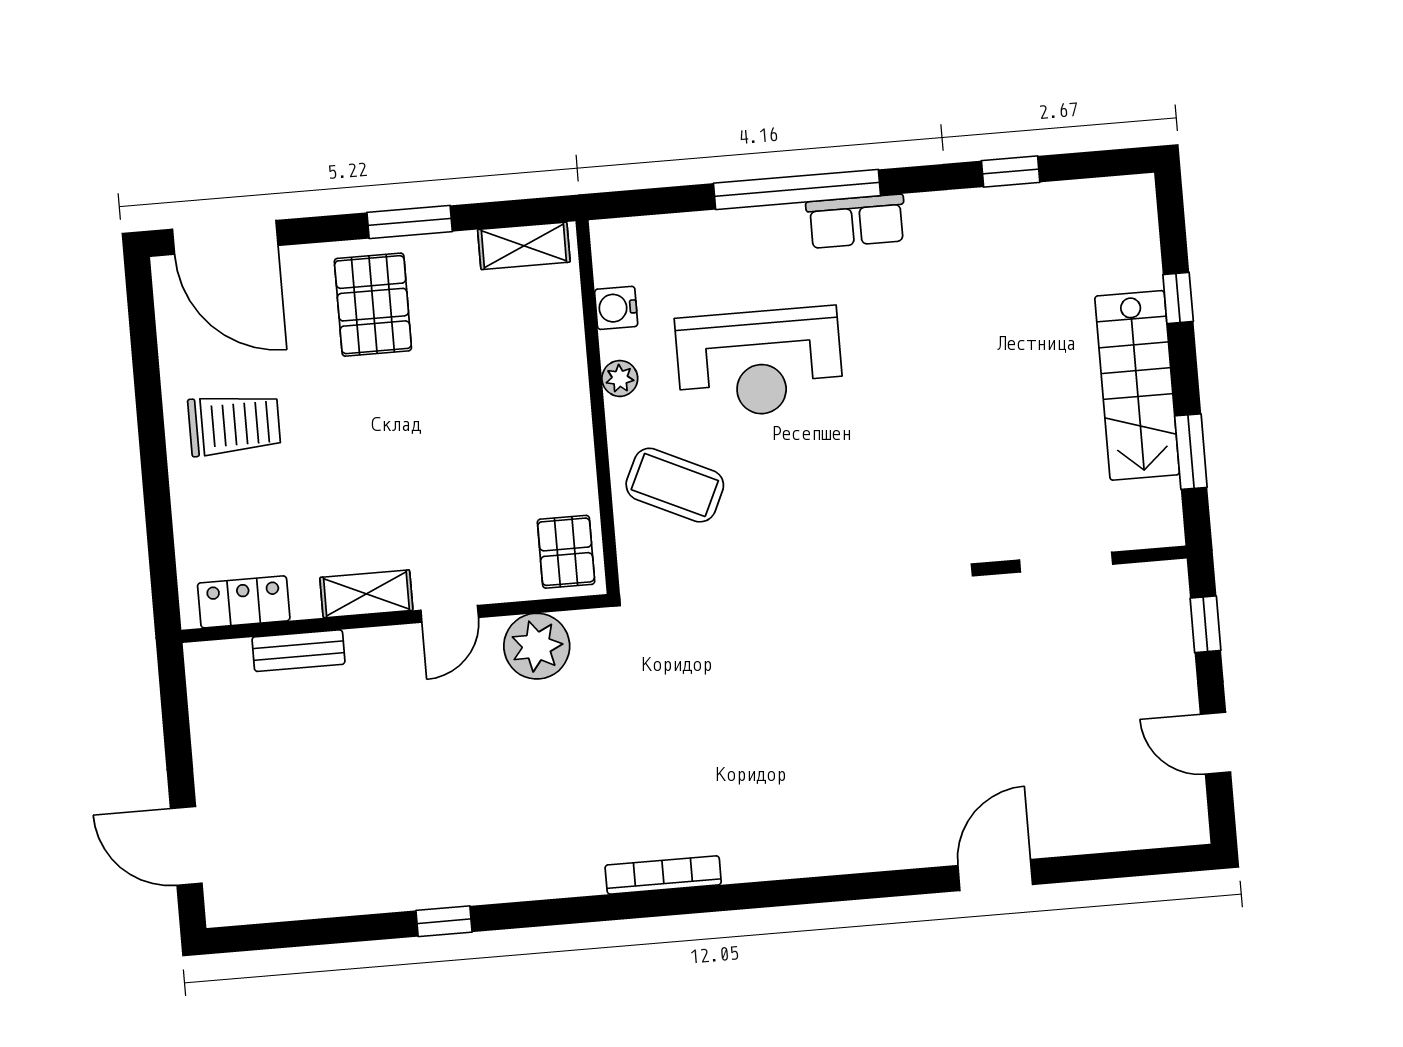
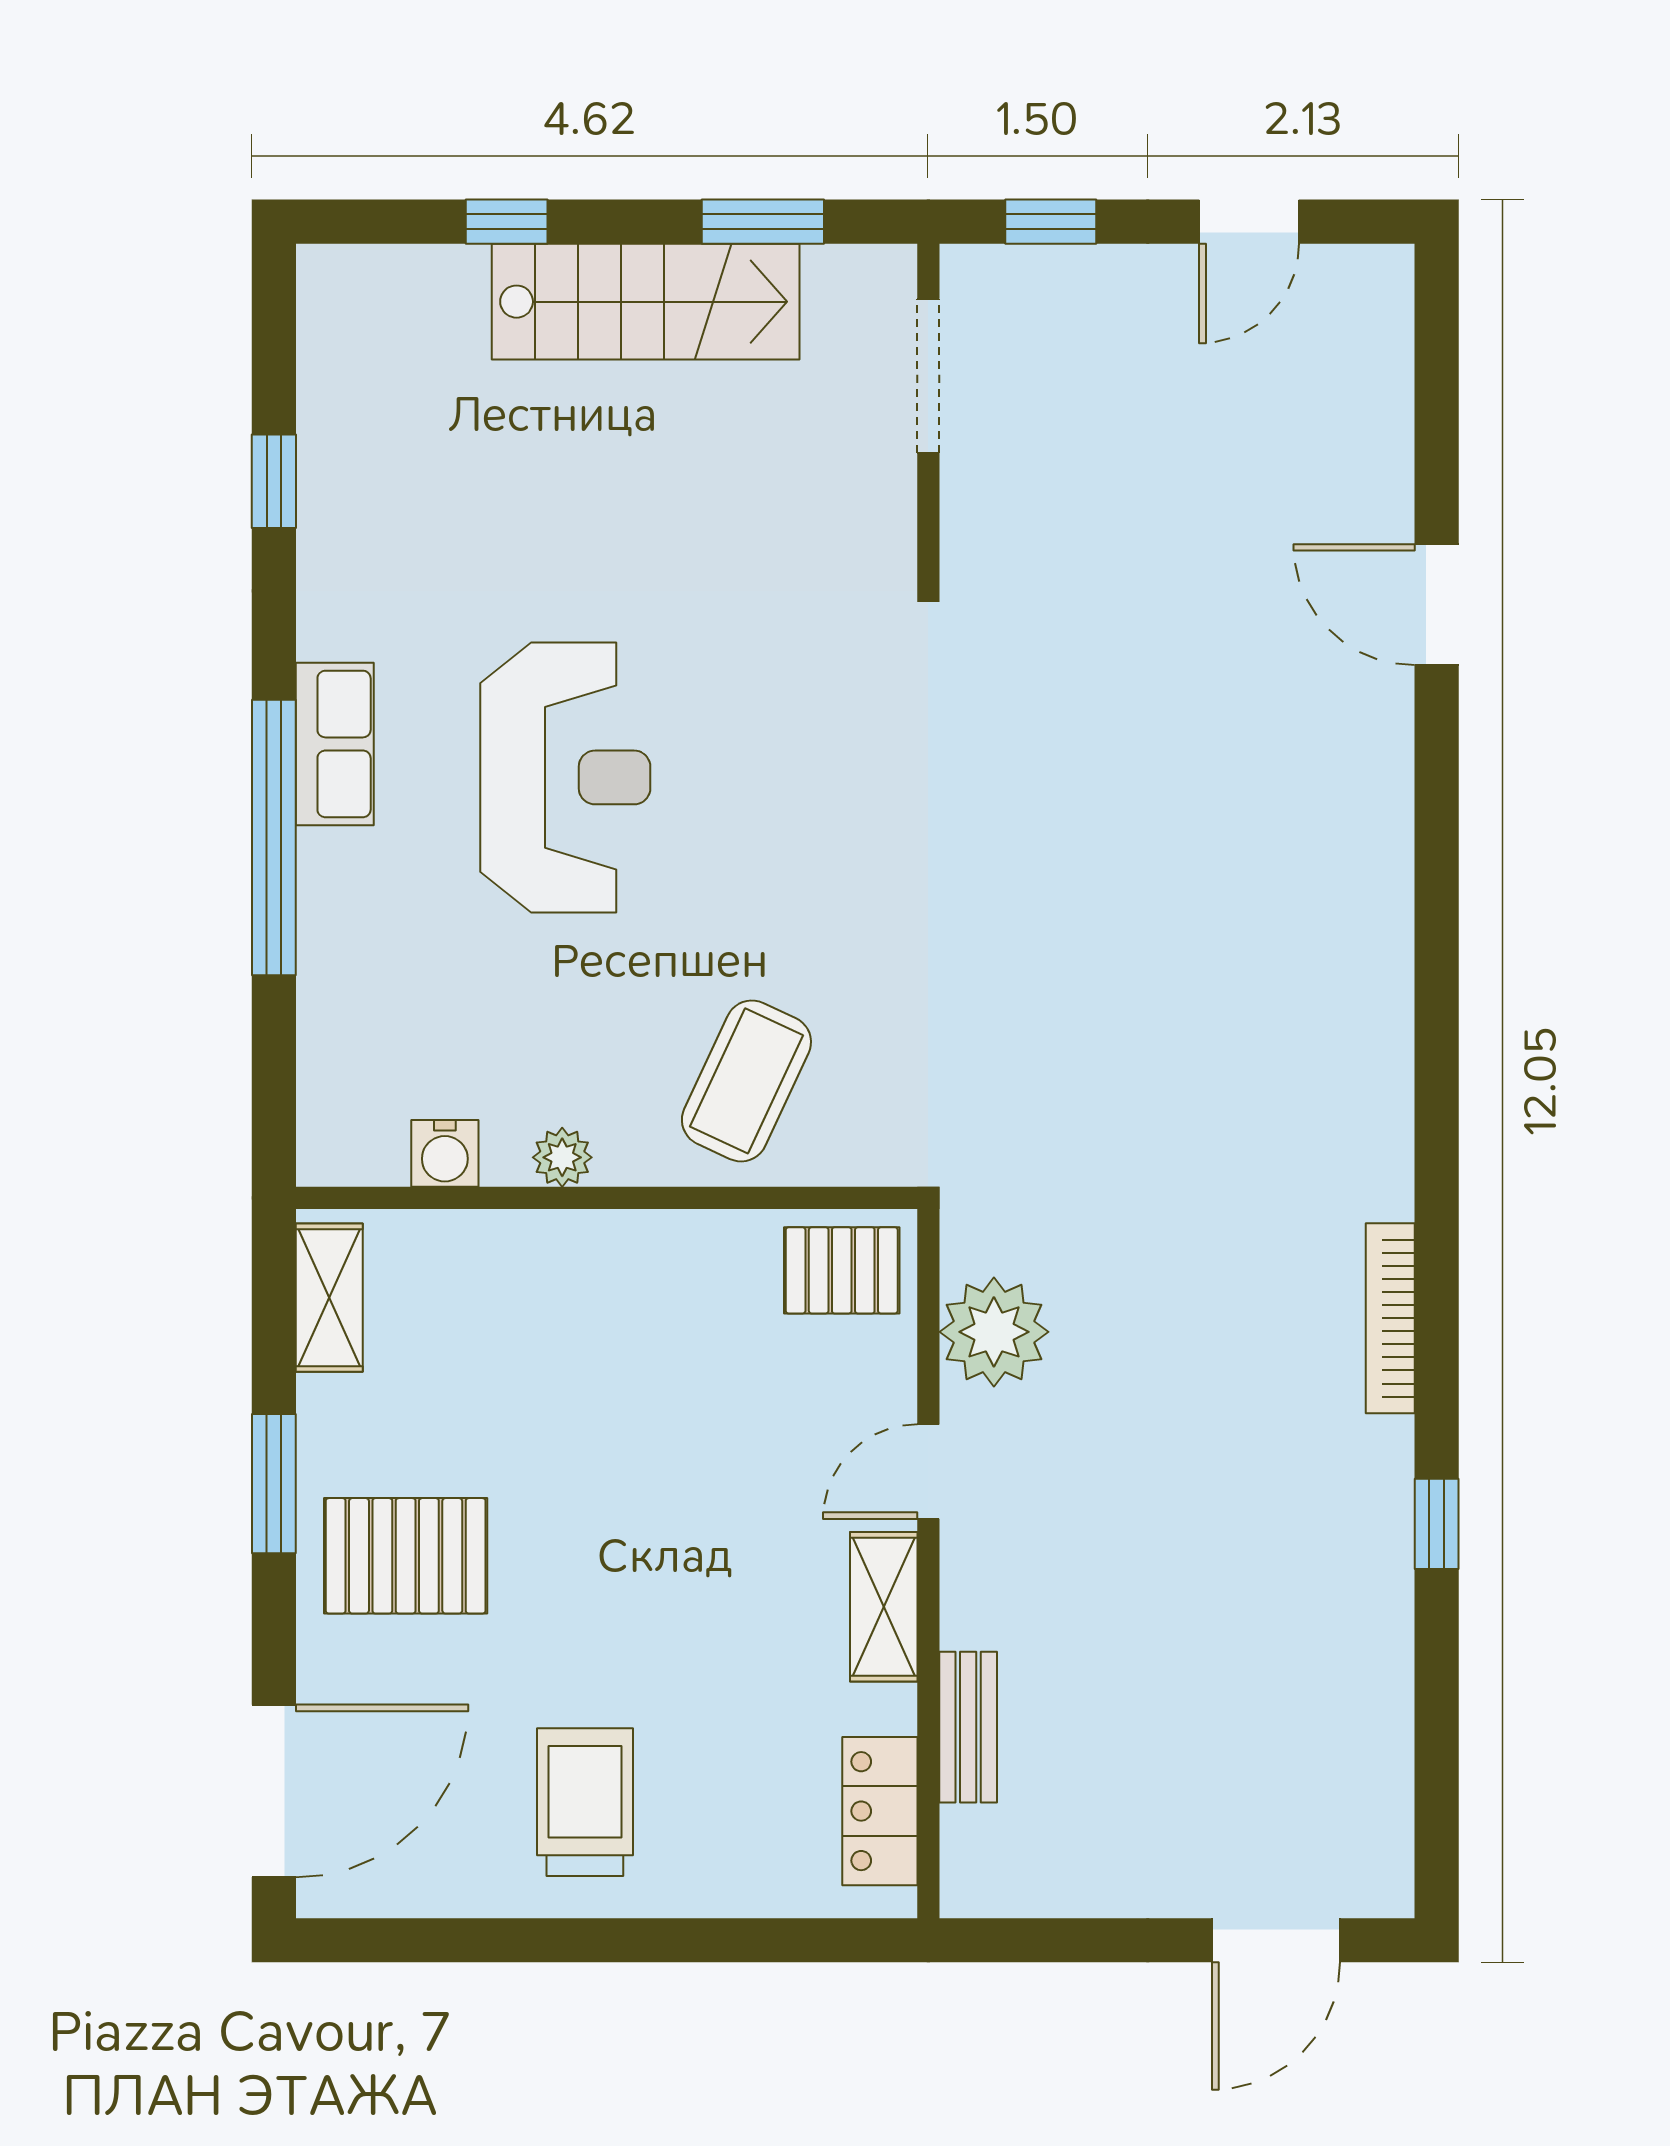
reception desk: (759, 363) -> (565, 777), moved
doorway: (1066, 562) -> (928, 376), moved
door: (450, 614) -> (928, 1472), swing flipped
bookcase: (663, 875) -> (1390, 1318), moved

